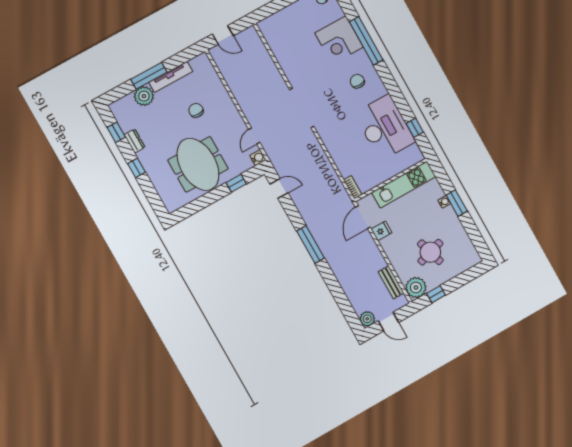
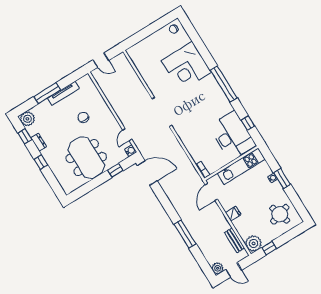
corner desk: (339, 40) -> (186, 66), width x1.36, depth x1.36
window: (366, 41) -> (224, 84), moved
chair: (357, 81) -> (203, 90), removed
plant: (144, 96) -> (27, 119), moved
desk: (385, 127) -> (232, 136), moved
door: (279, 188) -> (147, 173), width x1.88
fridge: (382, 231) -> (233, 214), moved
window: (311, 244) -> (185, 234), moved
round table: (430, 252) -> (280, 214), moved

